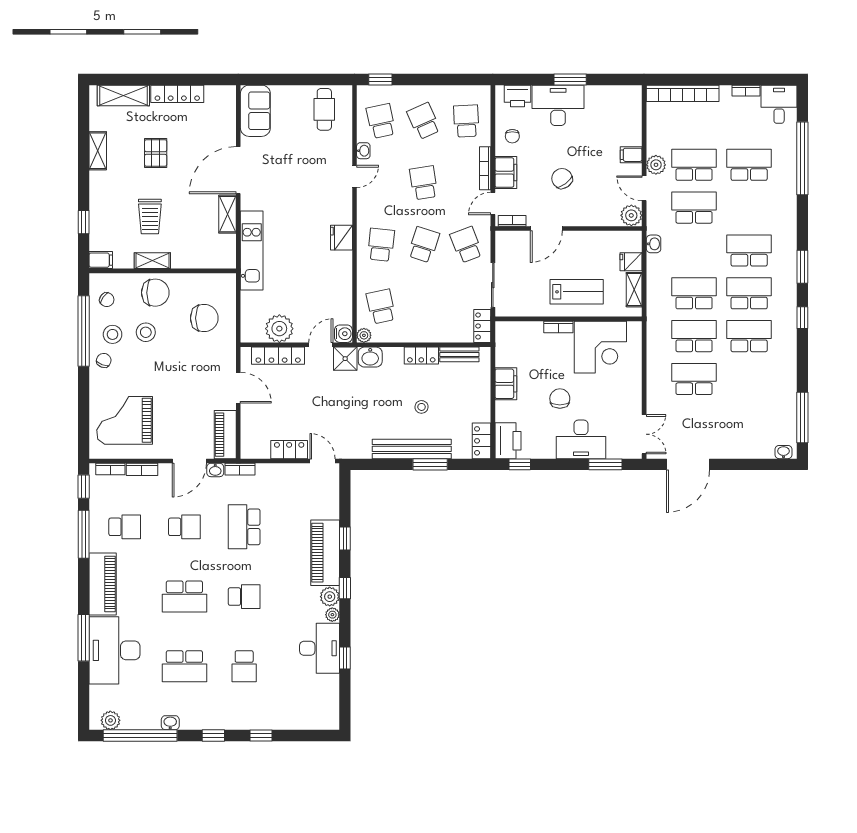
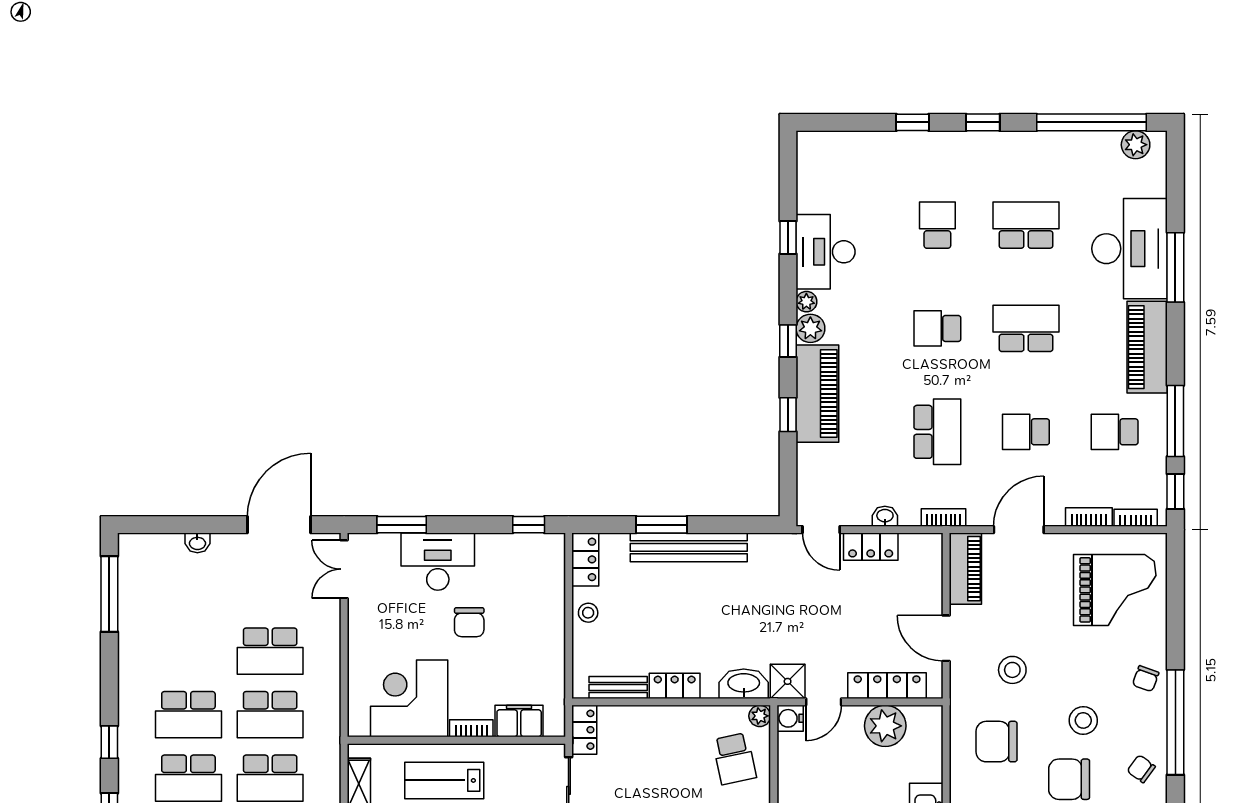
stool: (113, 334) -> (1012, 670), moved
washbasin: (370, 357) -> (744, 684), width x1.38
filing cabinet: (506, 384) -> (519, 721), moved, turned 90
stool: (422, 407) -> (588, 613), moved
printer: (508, 441) -> (546, 560), removed
washbasin: (783, 452) -> (197, 543), moved
washbasin: (215, 470) -> (885, 516), moved
washbasin: (170, 723) -> (1047, 141), removed

